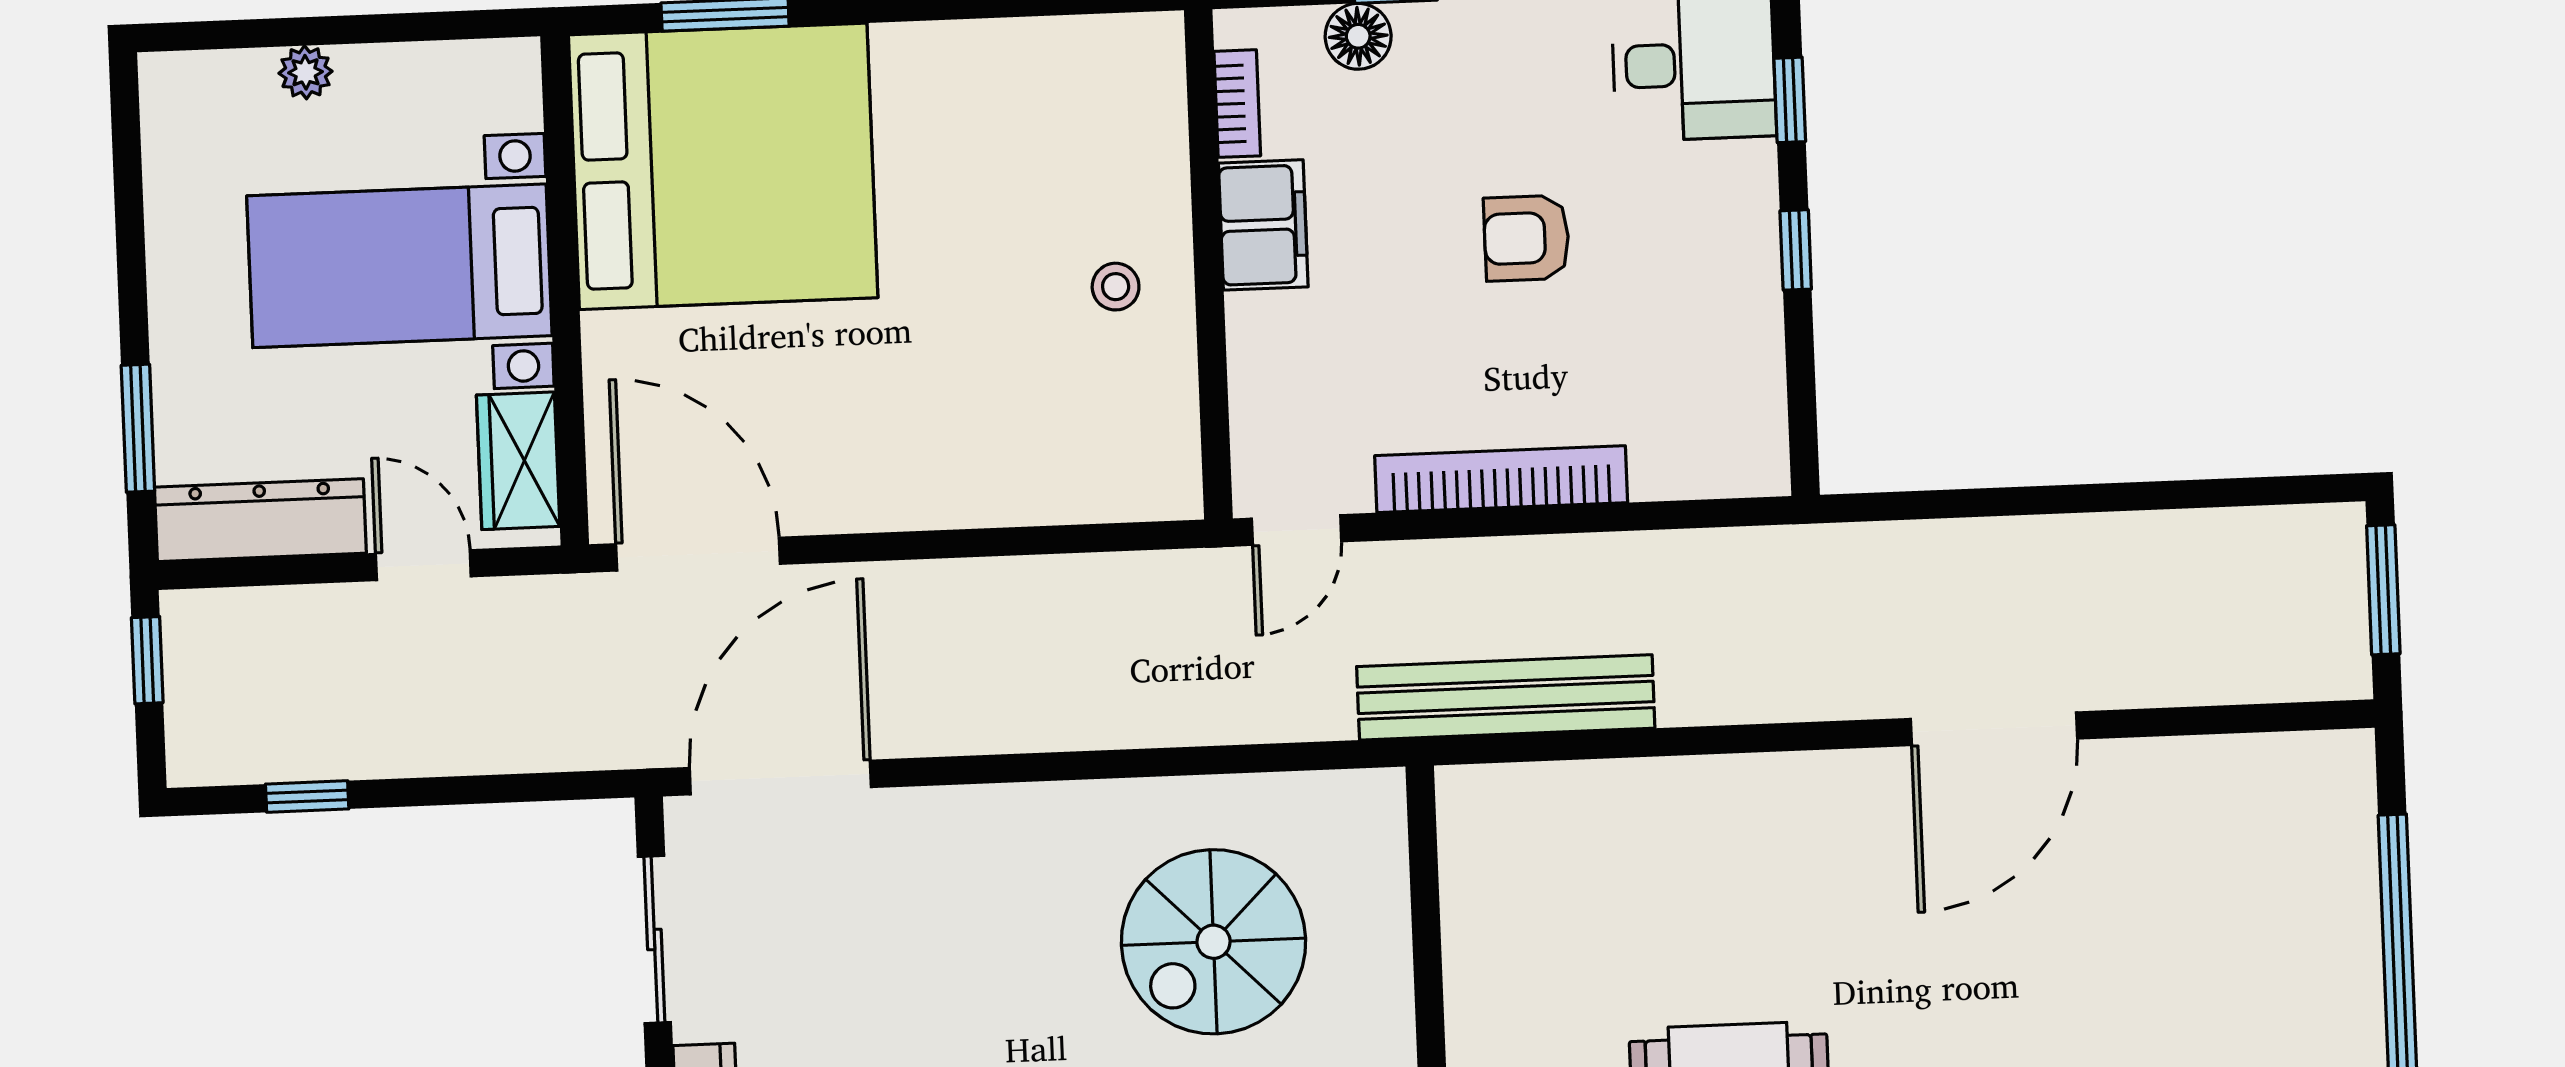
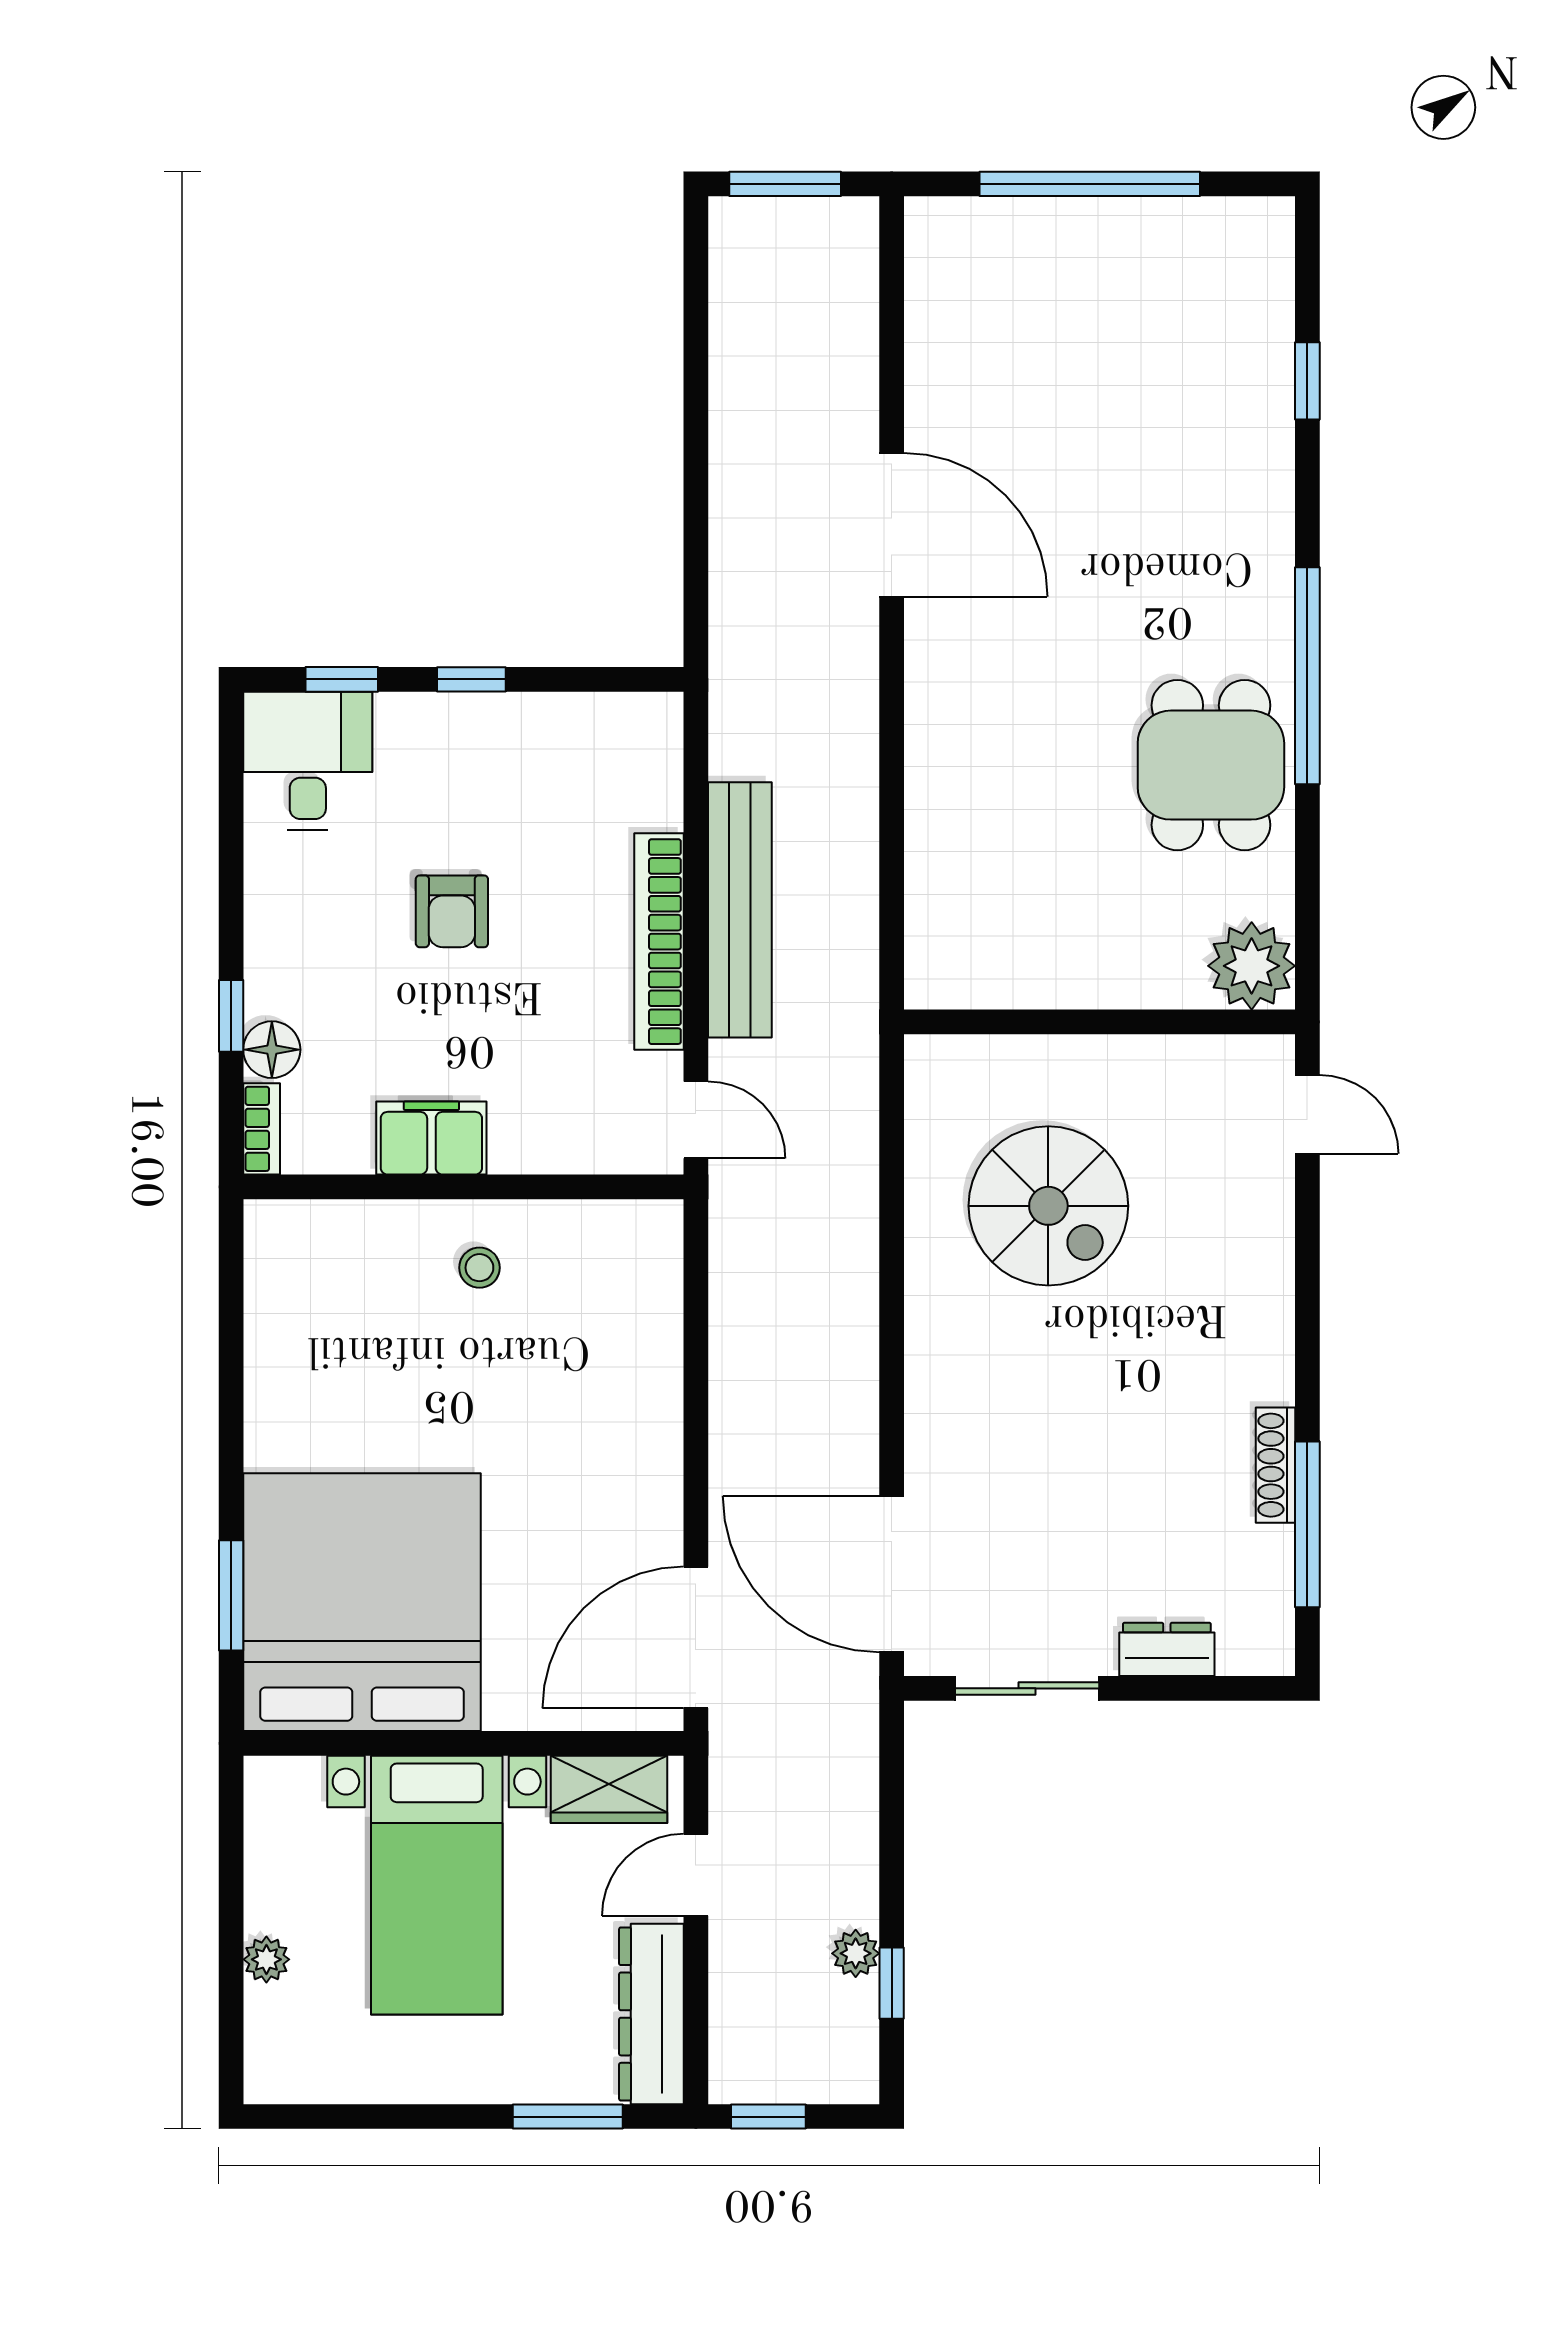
bookcase: (1237, 104) -> (262, 1129), moved, turned 90
bench: (1506, 697) -> (740, 910), moved
plant: (340, 754) -> (856, 1953), added

